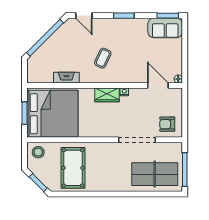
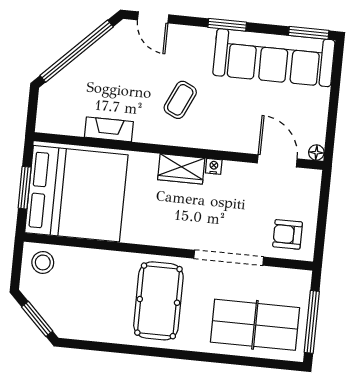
sofa: (165, 28) -> (274, 58), width x1.85, depth x1.27
pool table: (73, 168) -> (158, 301), moved

